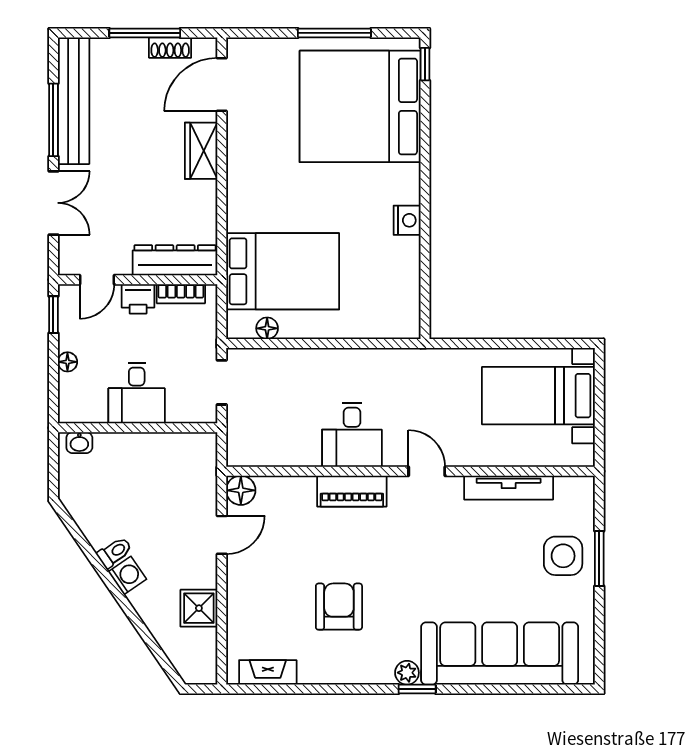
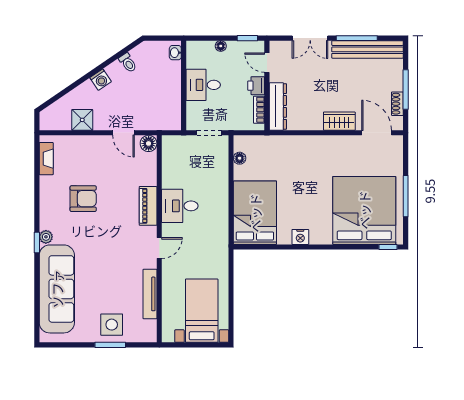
bed: (283, 271) -> (255, 213), moved, turned 180
toilet: (114, 552) -> (128, 63), moved

